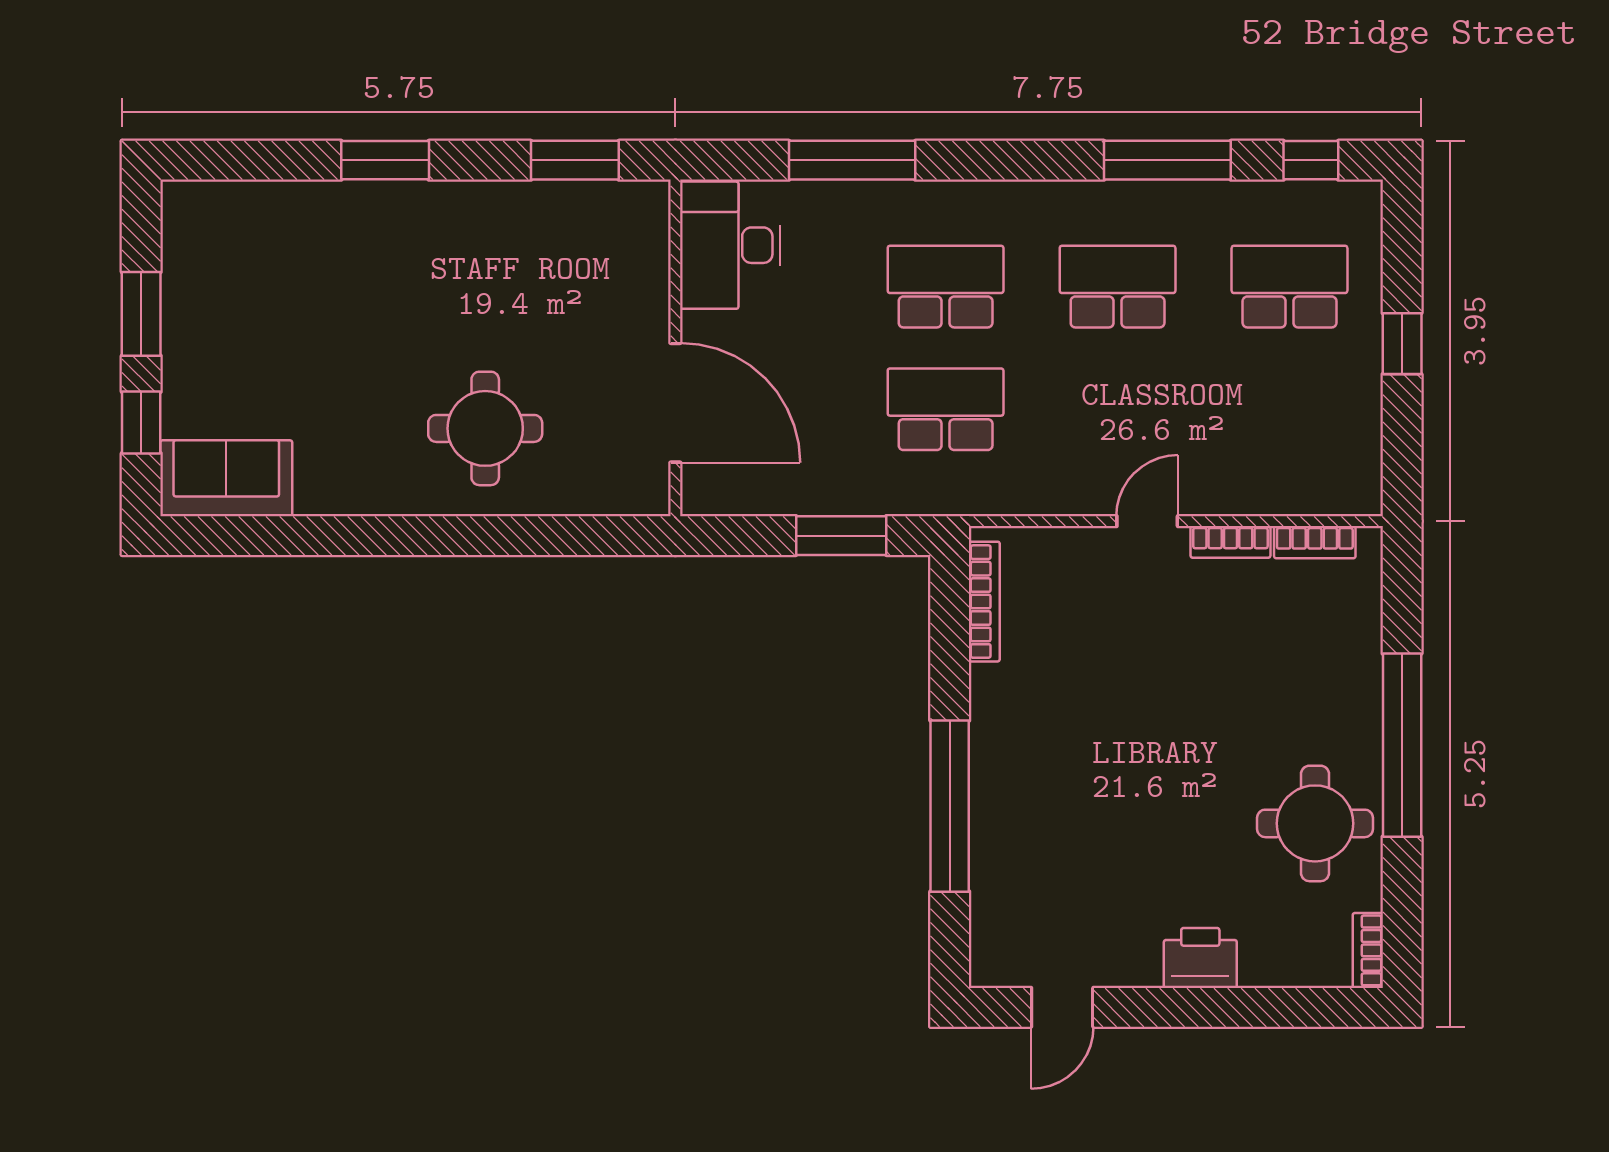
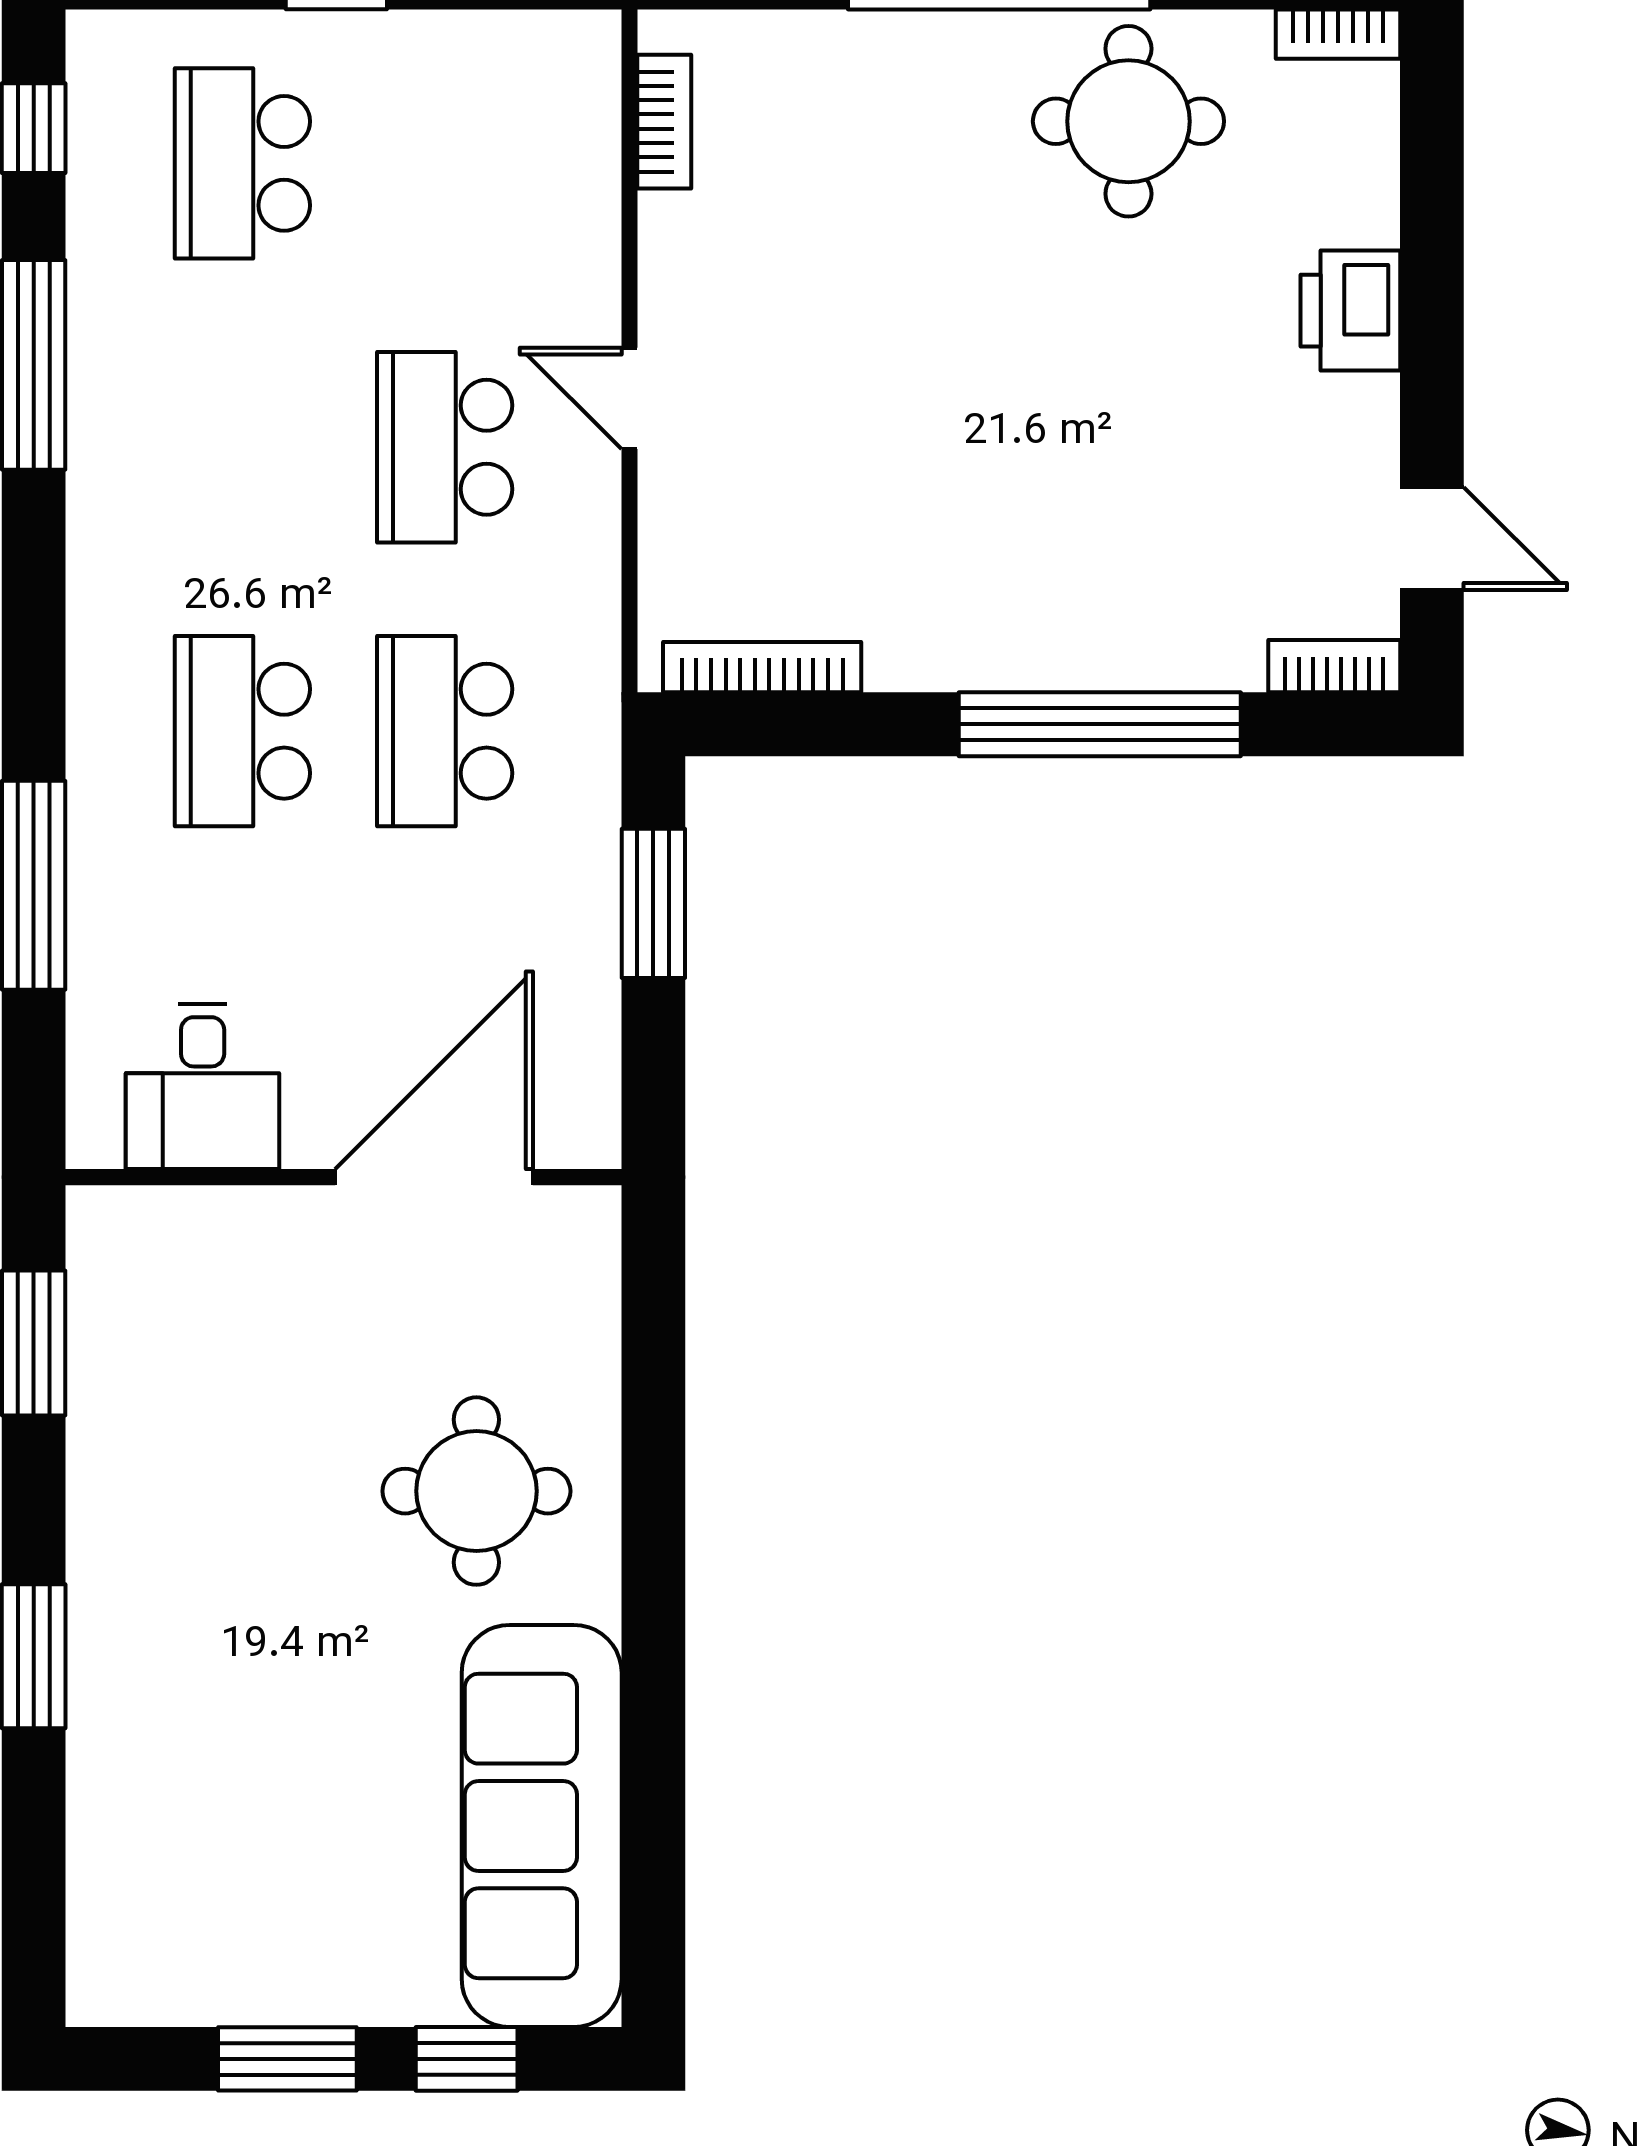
desk: (730, 245) -> (203, 1086), width x0.73
school desk: (1118, 287) -> (445, 447), moved
sofa: (226, 478) -> (542, 1826), width x1.85, depth x1.27
bookcase: (1230, 542) -> (1334, 666), moved, turned -90

